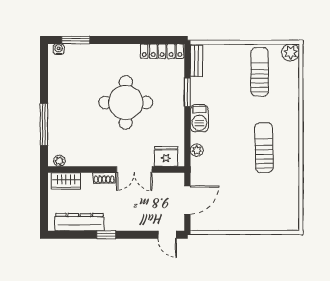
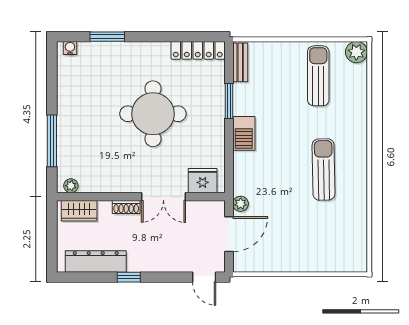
window: (76, 40) -> (107, 37), moved
plant: (197, 150) -> (241, 204), moved

